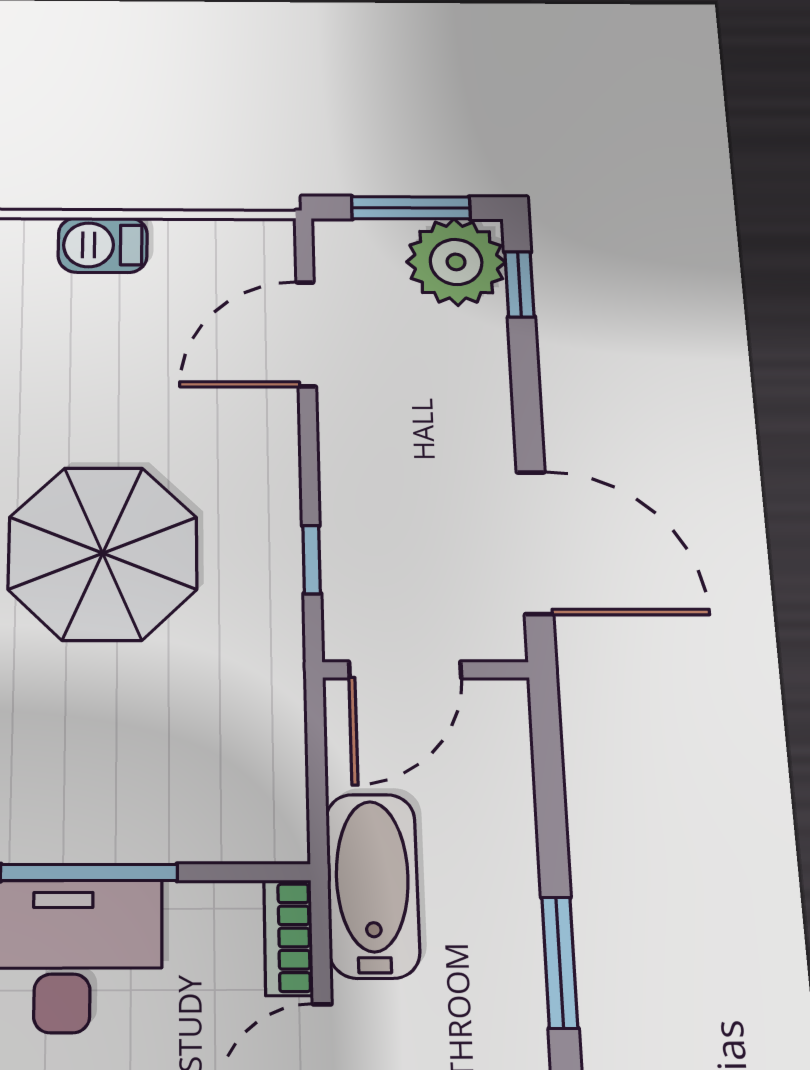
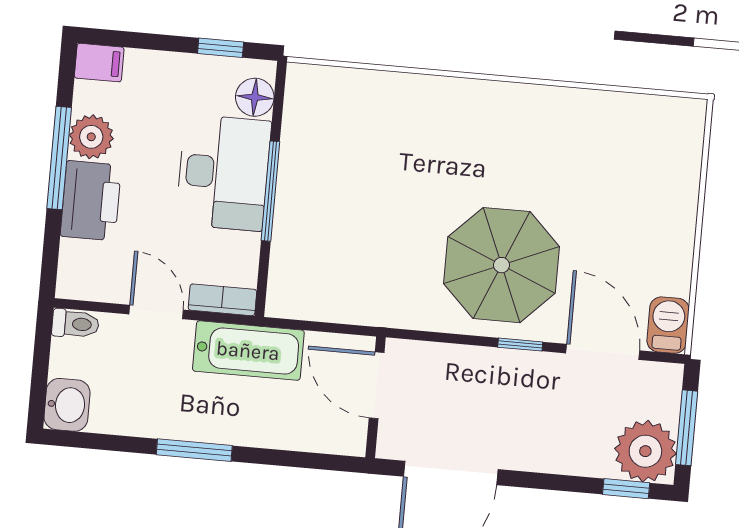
barbecue: (103, 245) -> (668, 325), moved
parasol: (103, 553) -> (501, 265), moved
window: (312, 560) -> (520, 345), moved

